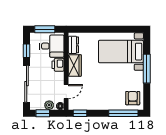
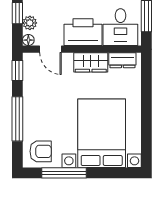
bed with nightstands: (121, 52) -> (102, 133), width x1.36
printer: (58, 65) -> (83, 32), width x1.87, depth x1.48
window: (147, 69) -> (64, 173), moved
window: (123, 113) -> (17, 119), moved

